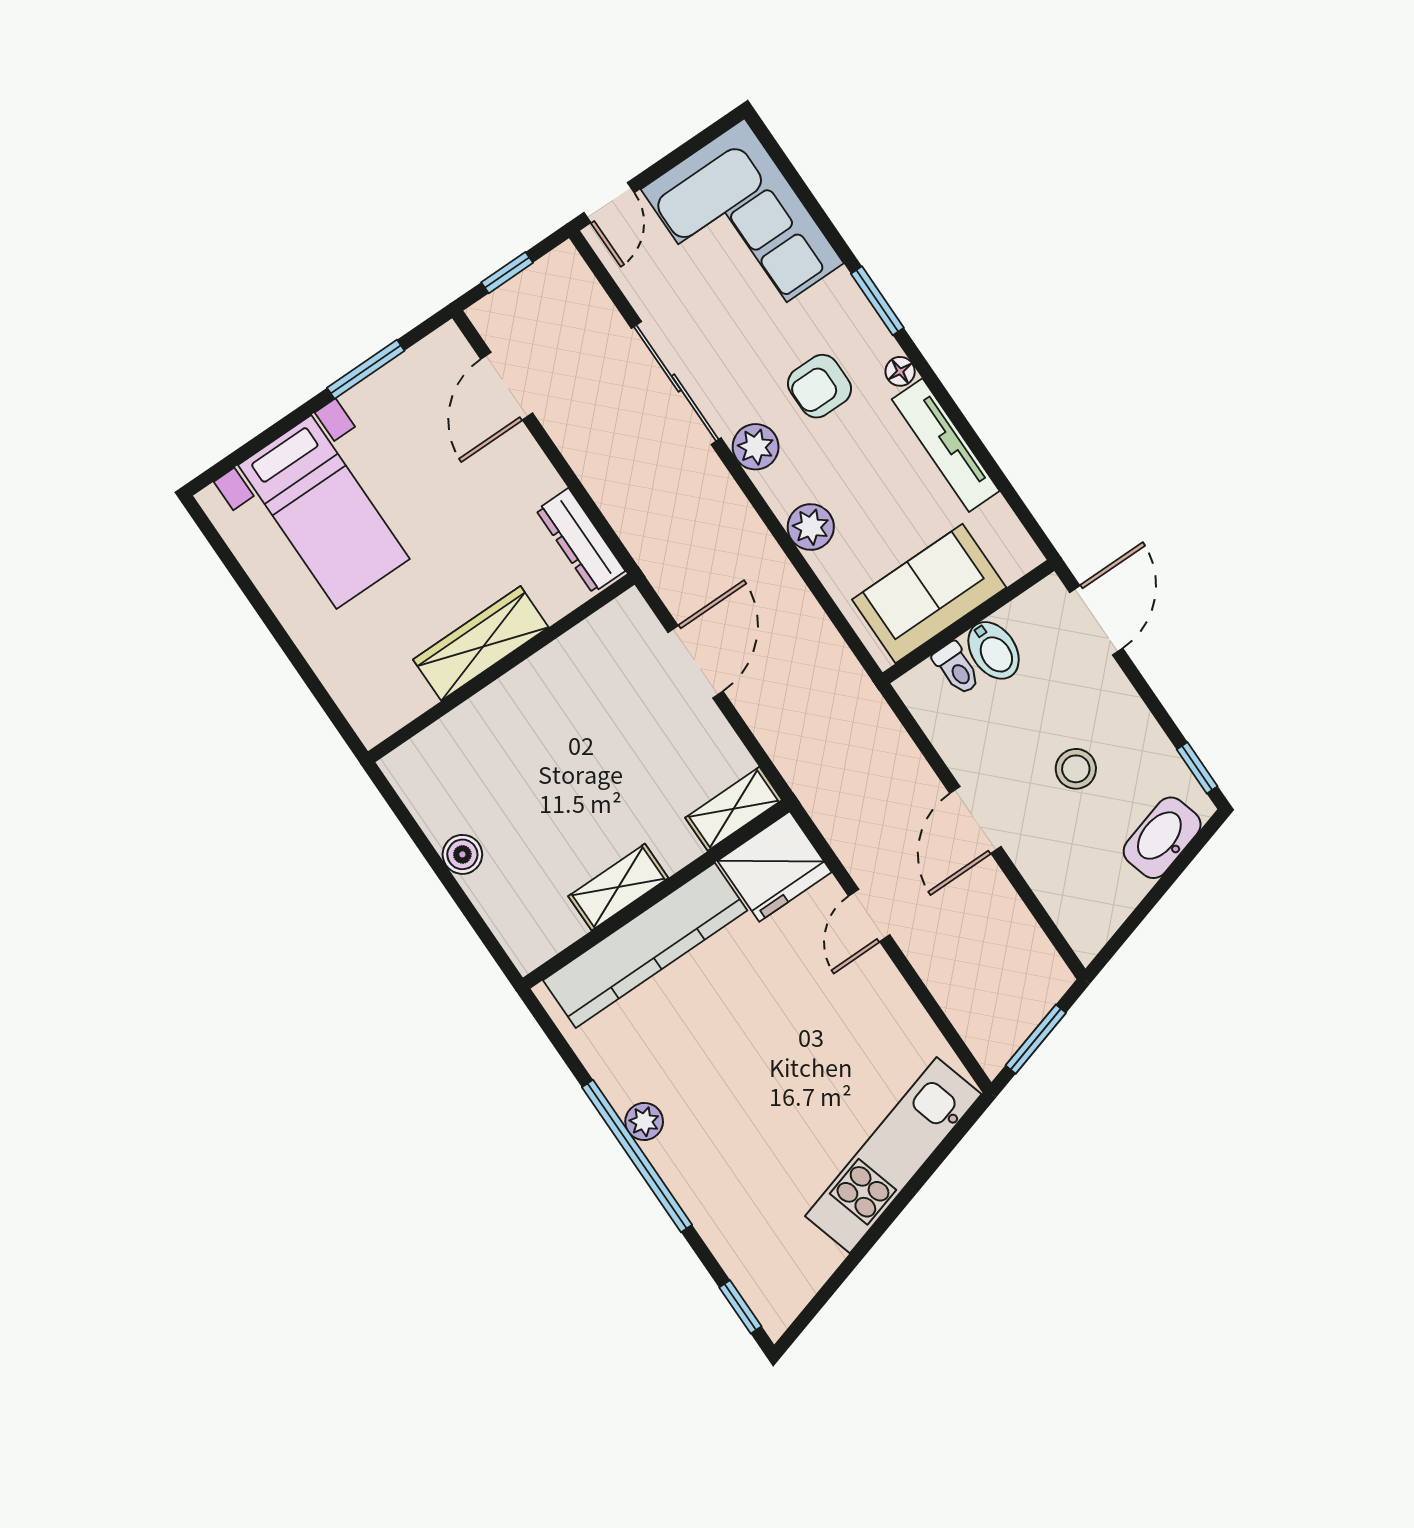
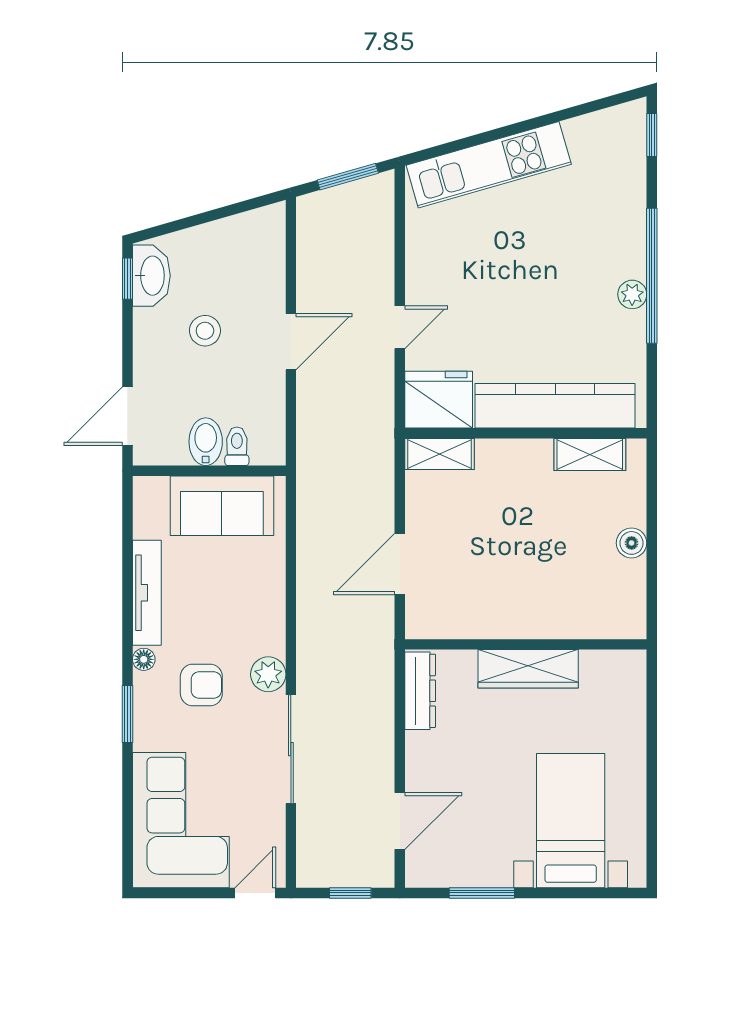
plant: (811, 527) -> (268, 599), removed
washbasin: (1162, 838) -> (151, 276), moved, turned -74
shelving: (618, 887) -> (590, 455), moved

